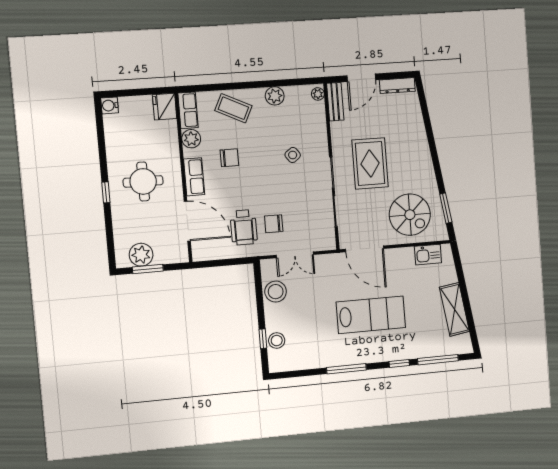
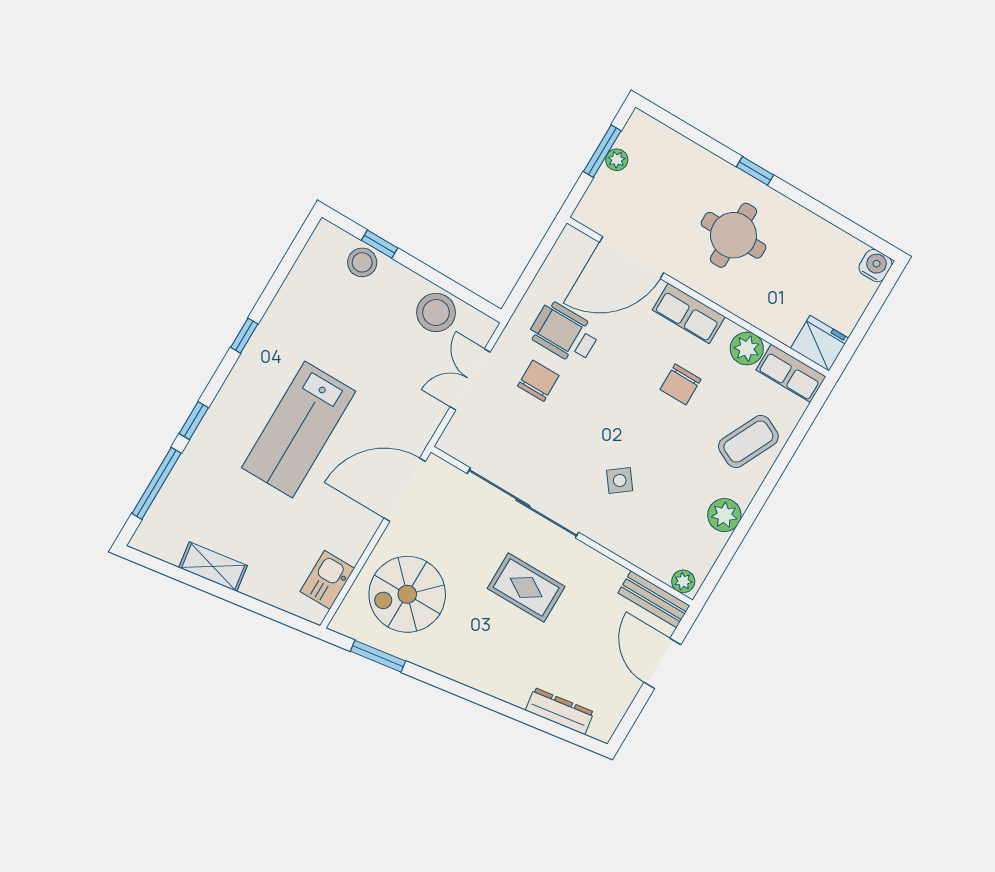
dresser: (397, 86) -> (560, 711), moved, turned 82
rug: (370, 164) -> (526, 588), width x0.73, depth x0.70
plant: (141, 255) -> (617, 160), width x0.53, depth x0.53
shelving: (454, 309) -> (213, 567), width x0.67, depth x0.75
window: (346, 369) -> (244, 336), width x0.46

